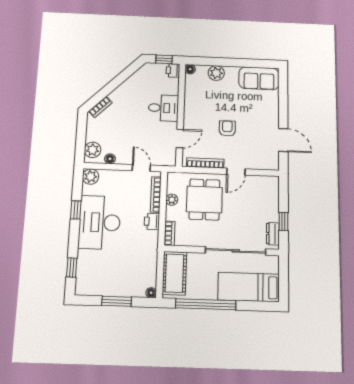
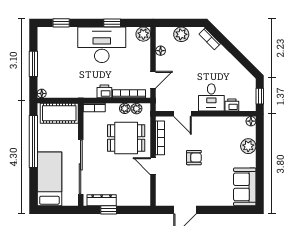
printer: (173, 70) -> (232, 105), moved
plant: (93, 150) -> (181, 34), moved
plant: (172, 187) -> (136, 109), added
dresser: (273, 234) -> (102, 200), width x1.44

